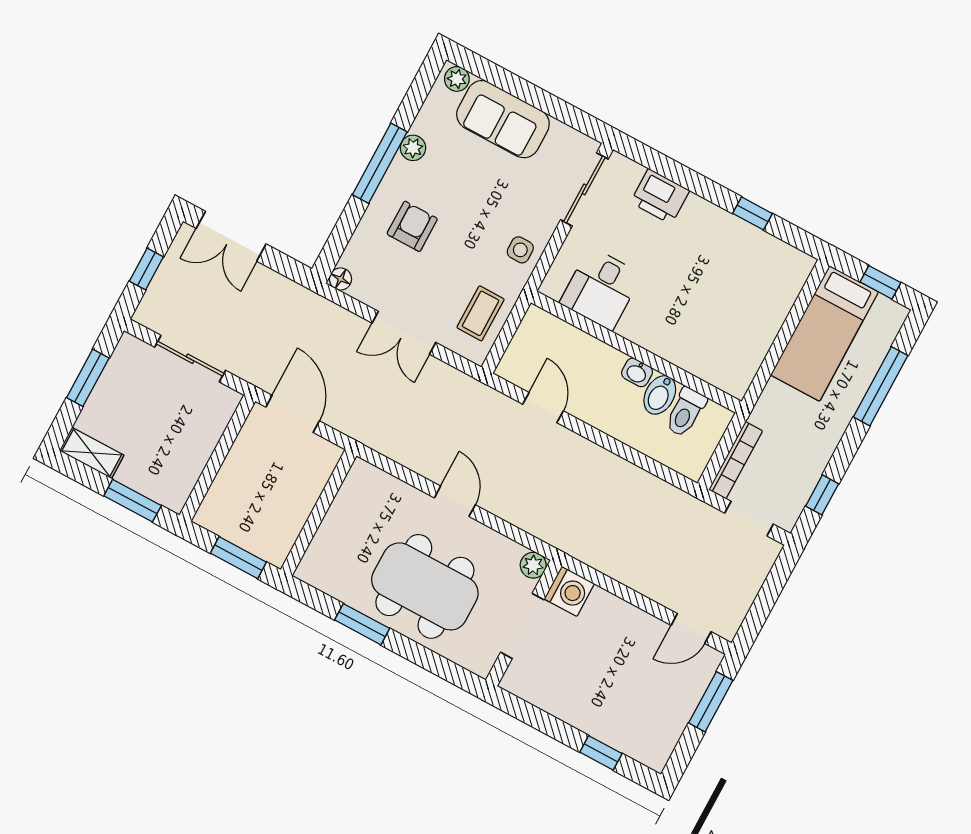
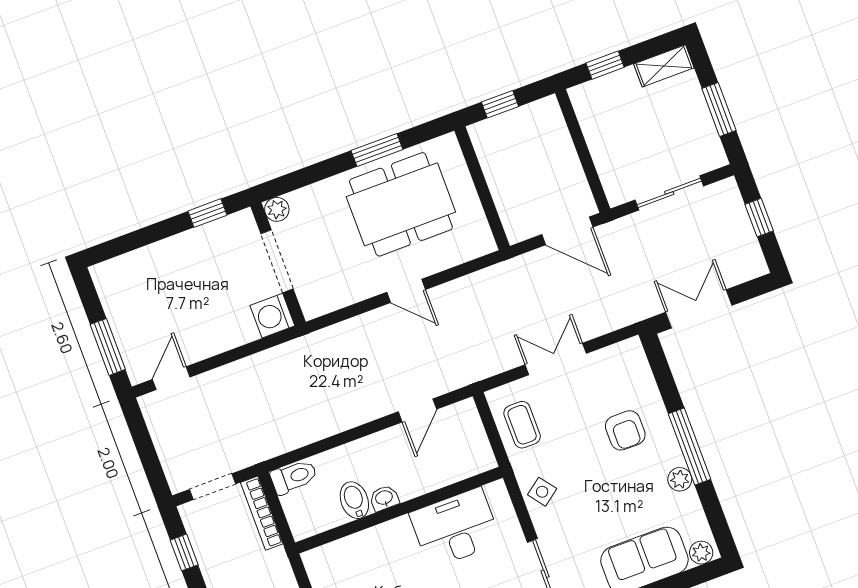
double door: (231, 236) -> (699, 309), moved
side table: (520, 250) -> (542, 492), turned -37
floor lamp: (341, 279) -> (632, 348), removed
desk: (601, 289) -> (455, 528), width x1.37
door: (543, 408) -> (417, 410), hinge flipped
toilet: (686, 412) -> (294, 477), moved, turned 90
window: (133, 501) -> (605, 65), width x0.67
window: (238, 558) -> (500, 104), width x0.67
plant: (533, 565) -> (277, 209), moved
dining table: (425, 586) -> (401, 204), moved
window: (601, 753) -> (207, 213), moved

